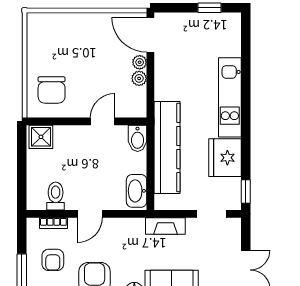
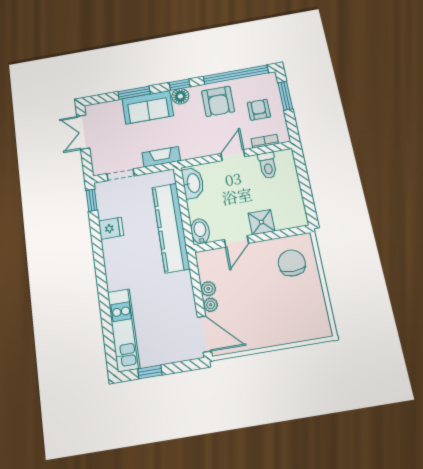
kitchen unit: (230, 97) -> (124, 330), moved
shower: (41, 137) -> (261, 222), moved
fridge: (225, 158) -> (111, 228), width x0.53, depth x0.75

